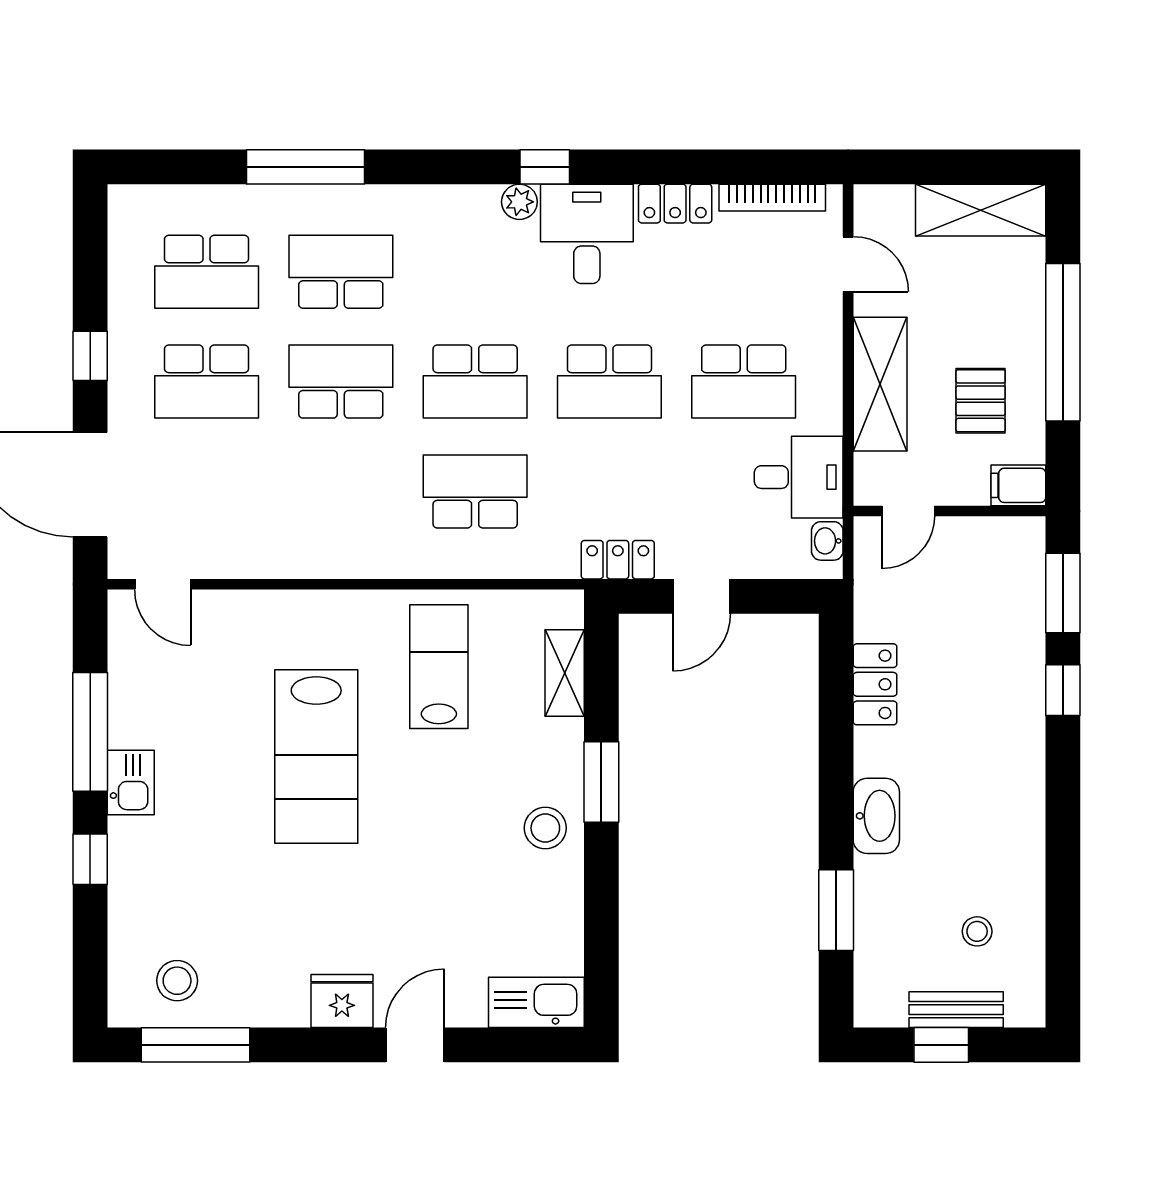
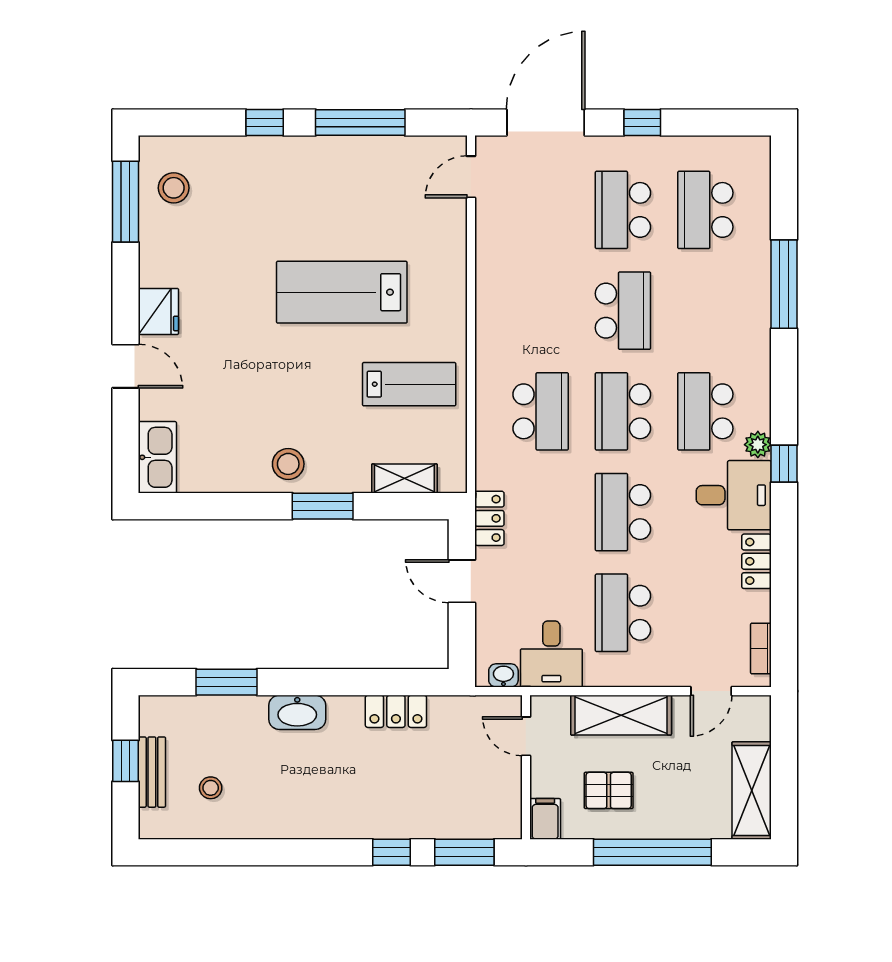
bookcase: (772, 198) -> (761, 649), width x0.64
school desk: (341, 272) -> (705, 411), moved, turned 180
kitchen sink: (131, 783) -> (322, 153), removed

